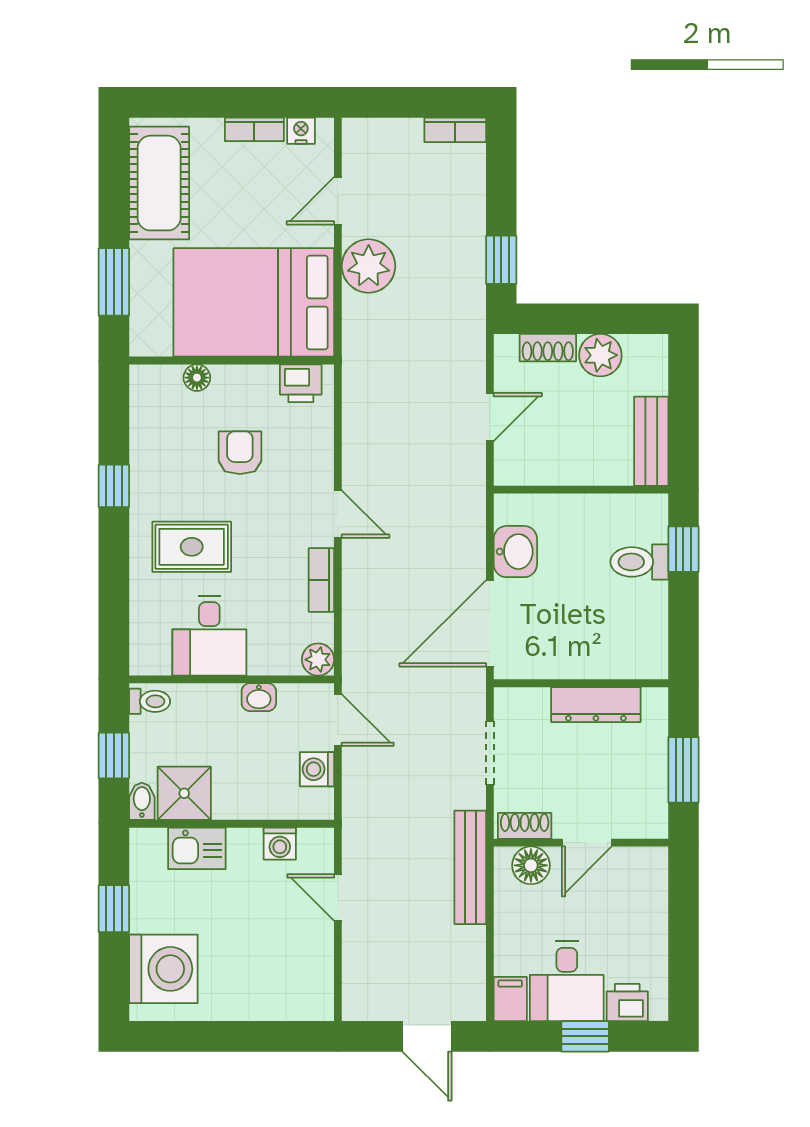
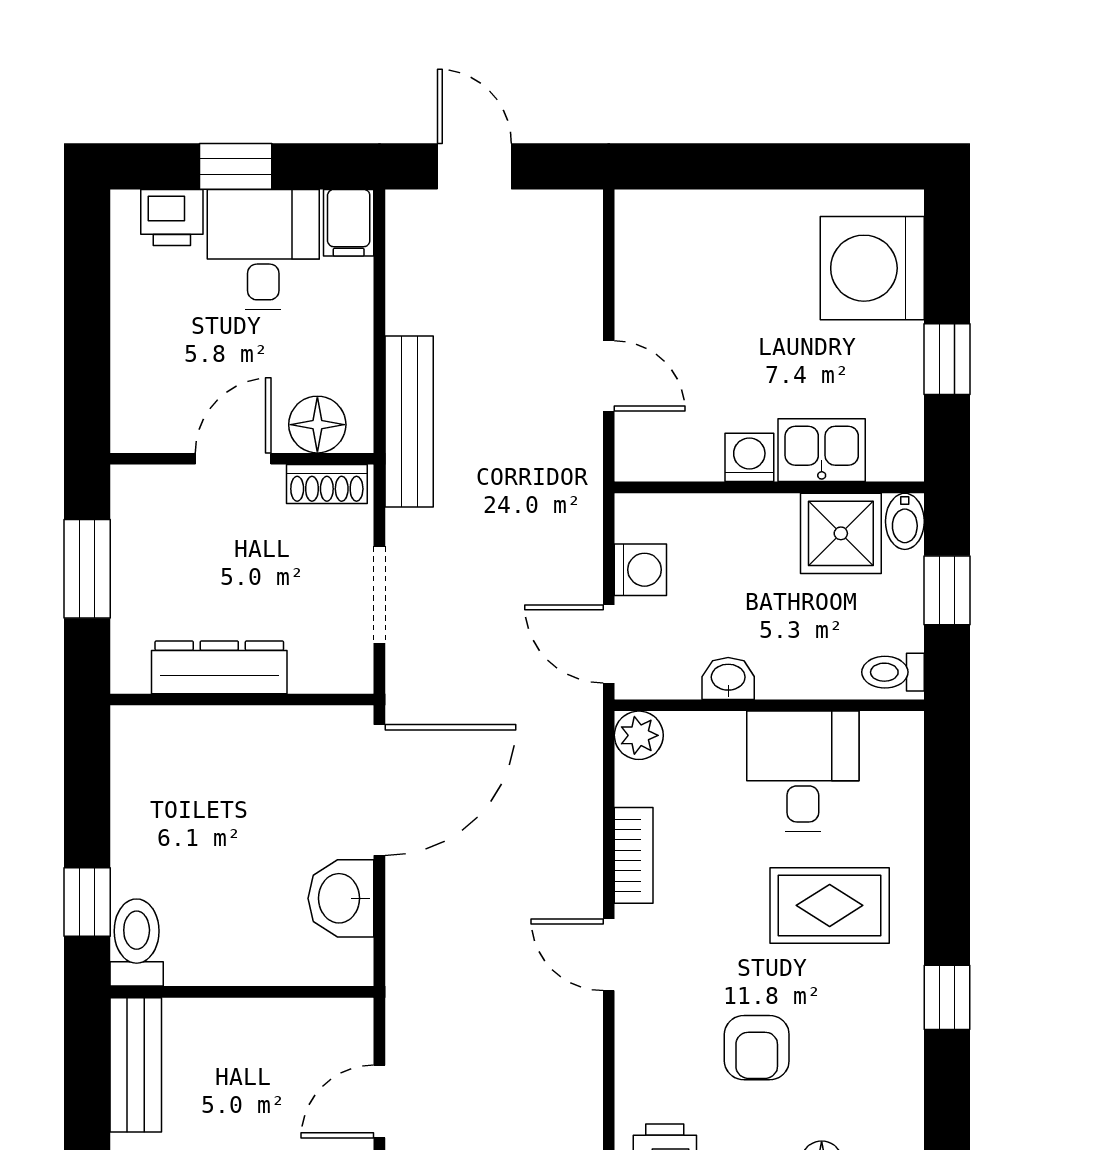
toilet: (639, 562) -> (137, 942), moved, turned -90
washing machine: (280, 844) -> (749, 457), moved

